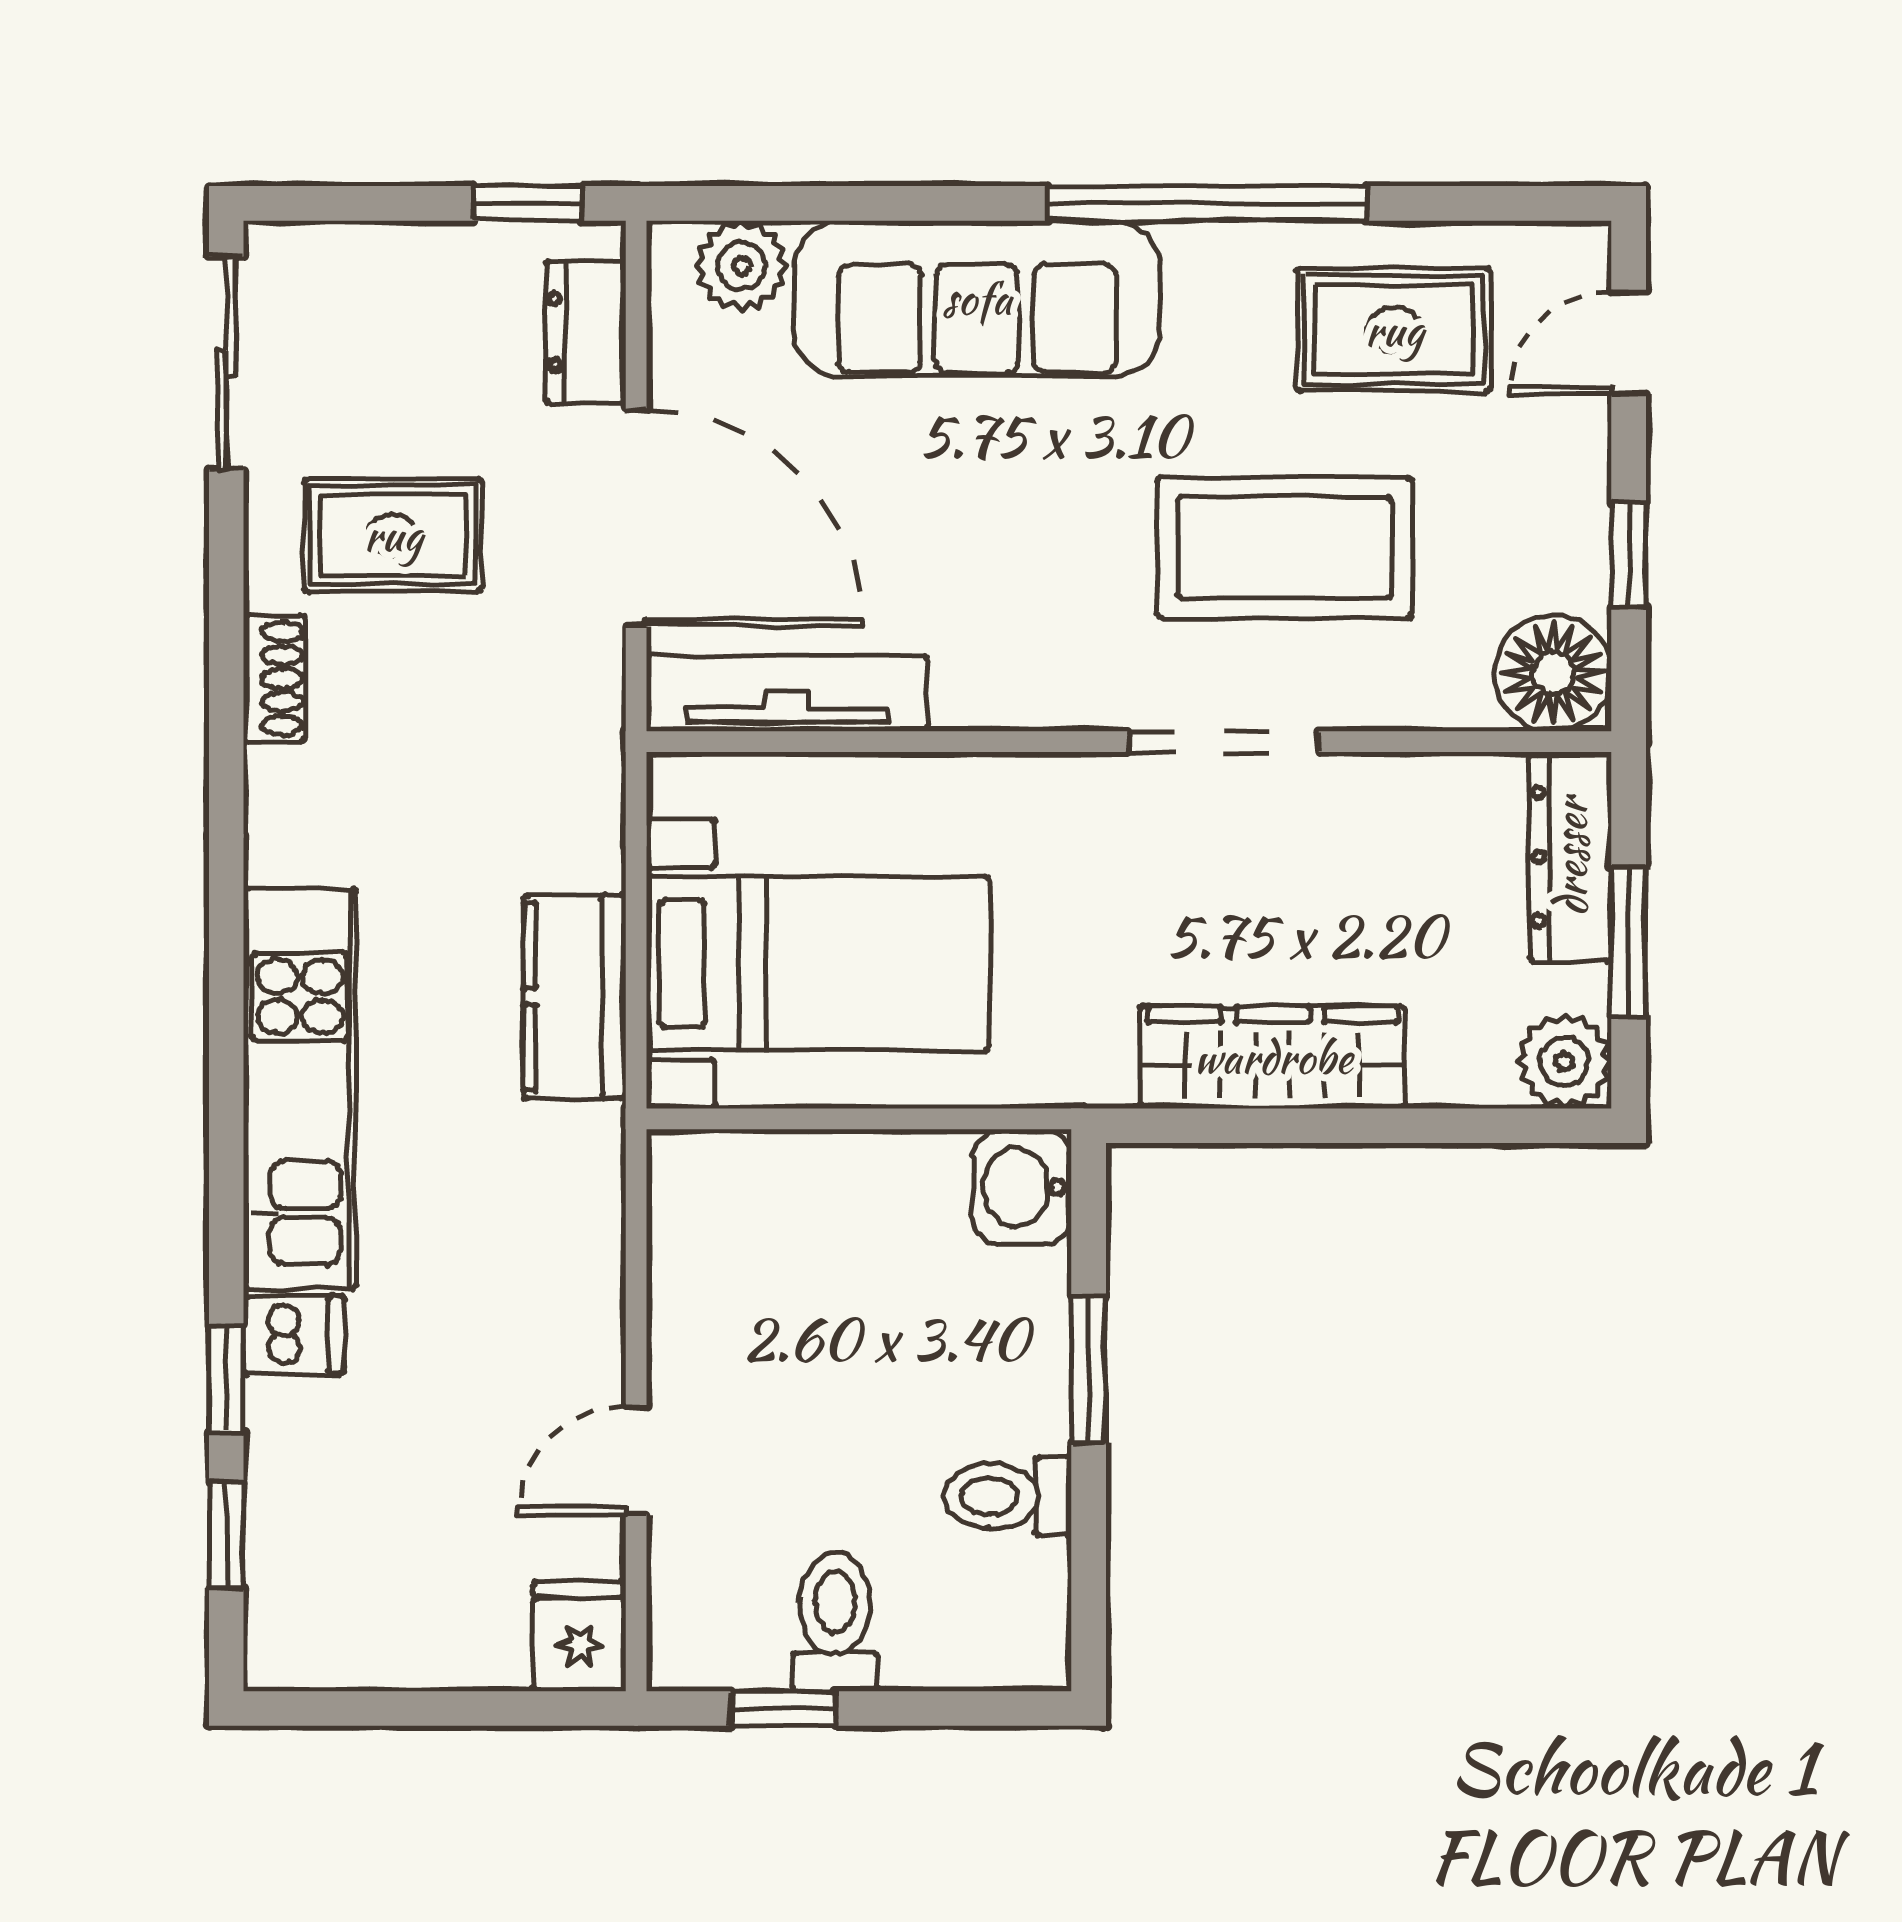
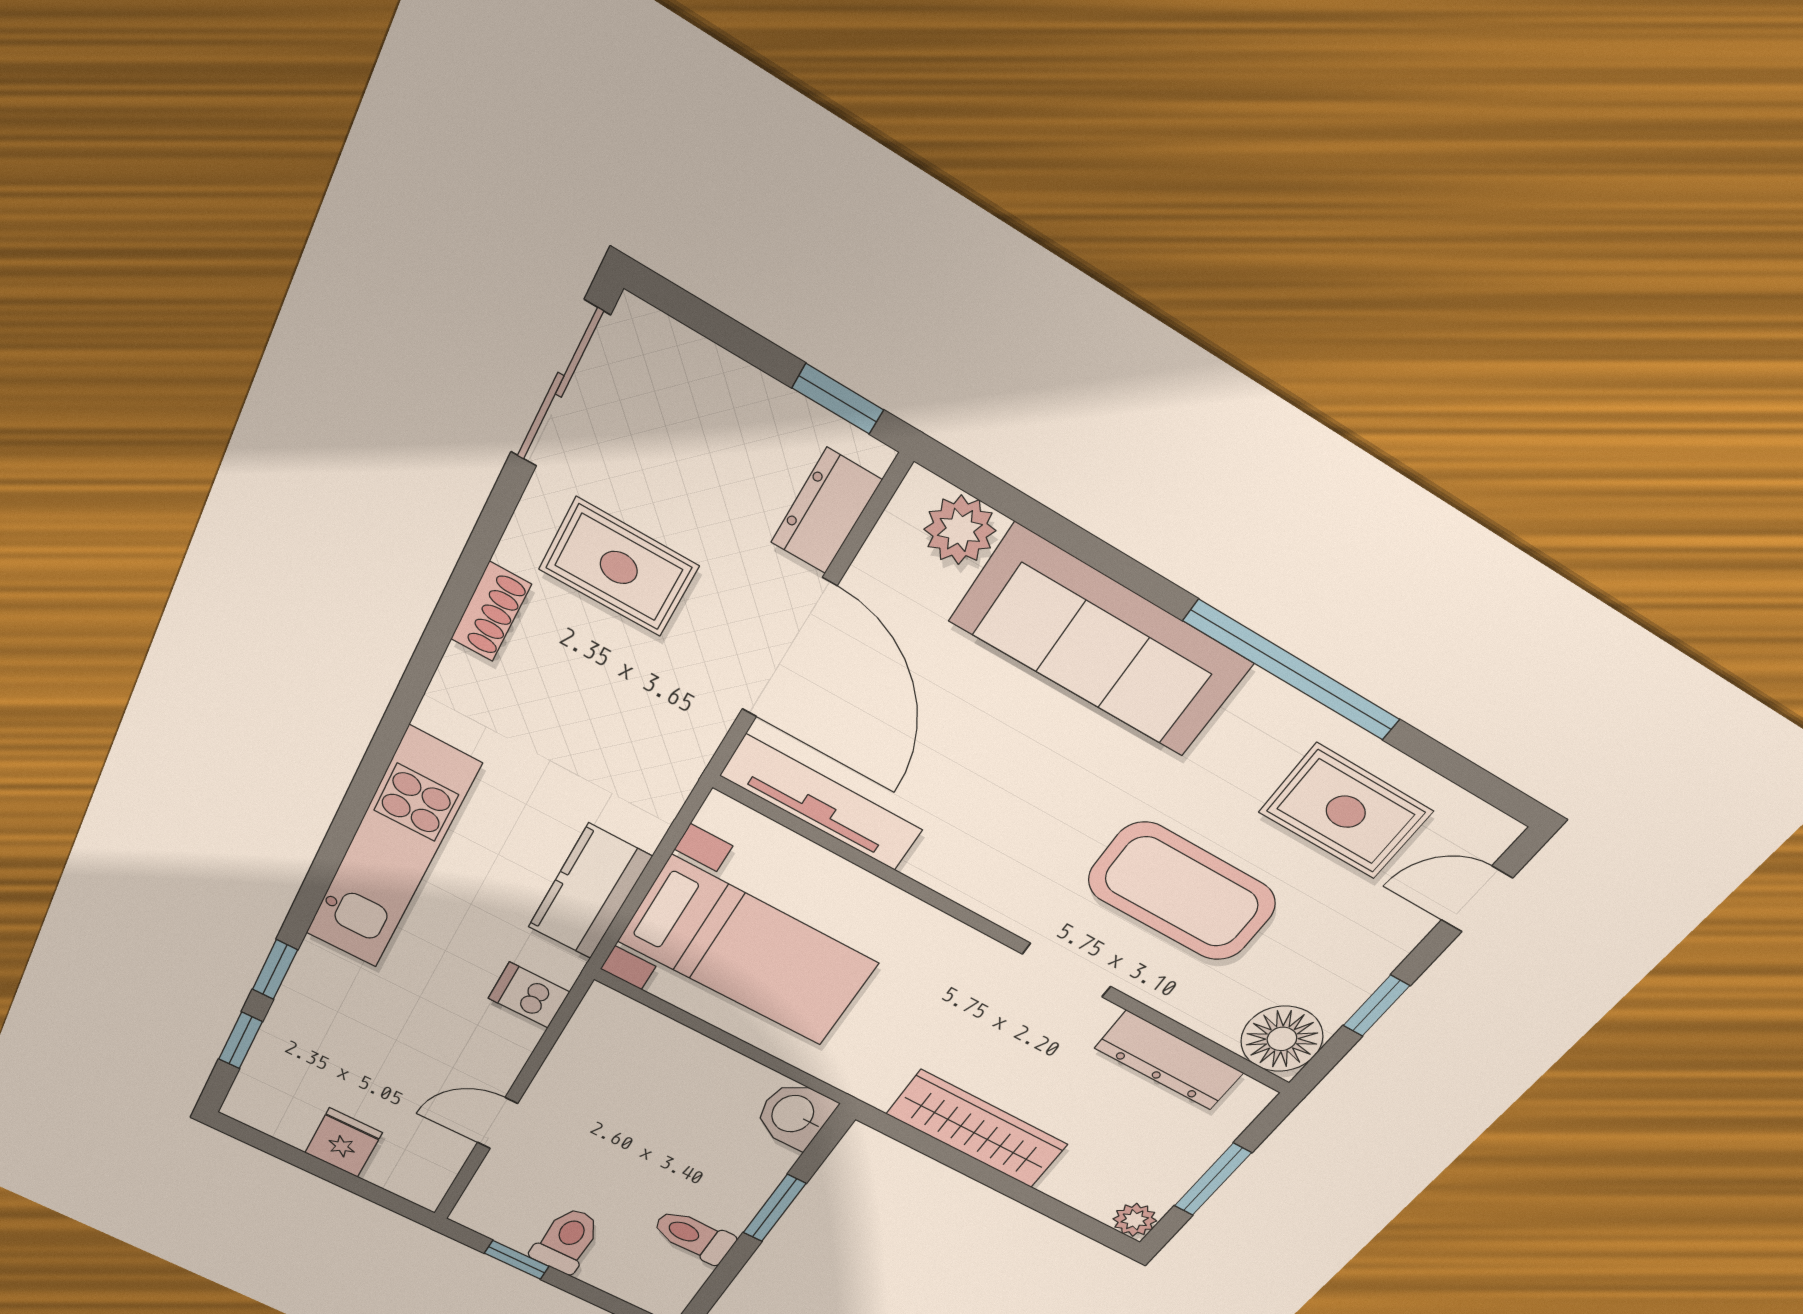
doorway: (1224, 742) -> (1067, 970), width x0.73
dresser: (1570, 857) -> (1169, 1060), moved, turned -90
plant: (1564, 1061) -> (1135, 1220), width x0.73, depth x0.73
dishwasher: (294, 1335) -> (529, 995), moved, turned 180
fridge: (579, 1636) -> (344, 1143), moved

